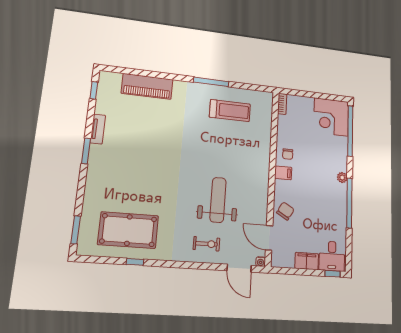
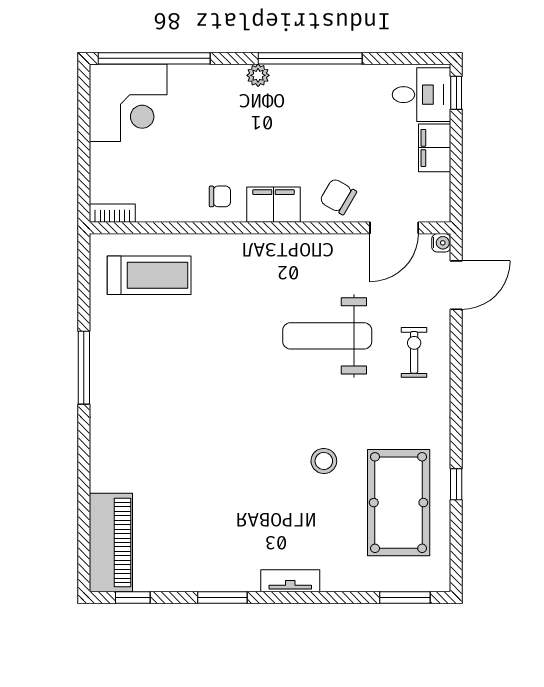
piano: (147, 86) -> (111, 542), moved
treadmill: (230, 111) -> (149, 275), moved, turned 90
tv unit: (98, 129) -> (290, 581), moved
window: (86, 151) -> (222, 597), moved
filing cabinet: (283, 173) -> (274, 205), width x2.00
stool: (154, 193) -> (324, 461), added

